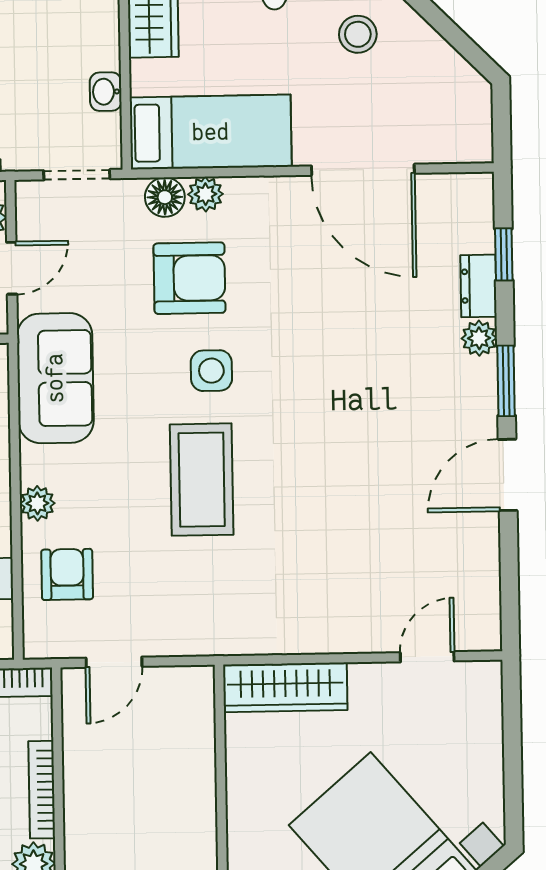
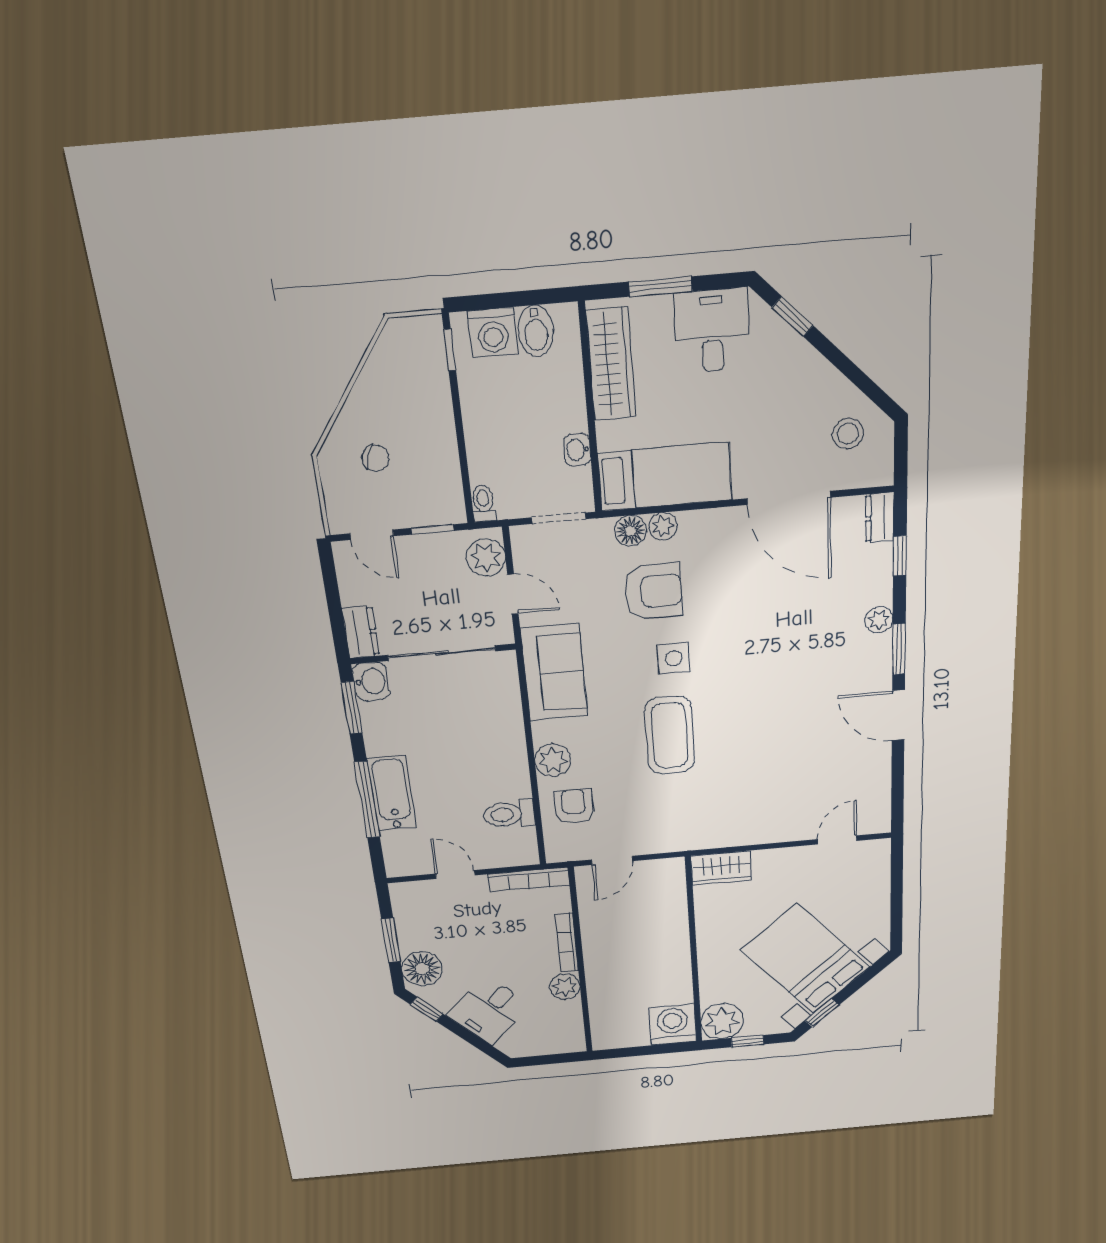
stool: (358, 34) -> (848, 434), moved
door: (12, 268) -> (513, 594), hinge flipped
dresser: (478, 286) -> (880, 518), moved
door: (508, 475) -> (898, 715), hinge flipped
plant: (37, 503) -> (553, 760), width x1.38, depth x1.38
wardrobe: (285, 687) -> (721, 868), width x0.67

